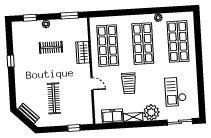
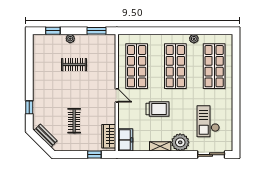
wardrobe: (83, 52) -> (109, 136), moved
window: (11, 61) -> (29, 107), moved
trolley: (129, 83) -> (157, 109), turned -90
door: (92, 84) -> (117, 95), moved
clothes rail: (54, 98) -> (74, 121), width x0.73
freezer: (112, 116) -> (125, 140), moved, turned 90

